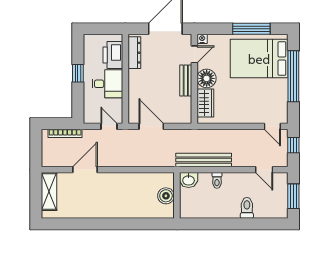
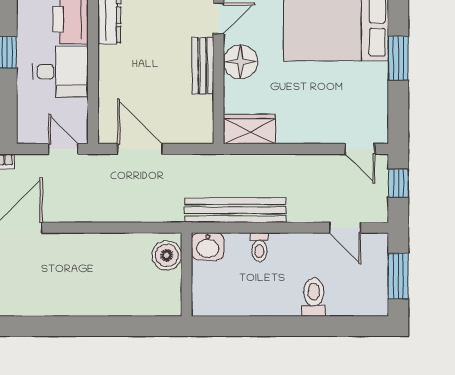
window: (293, 76) -> (398, 58), width x0.47
wardrobe: (205, 103) -> (249, 129), moved, turned -90
boiler: (166, 196) -> (167, 255), moved

